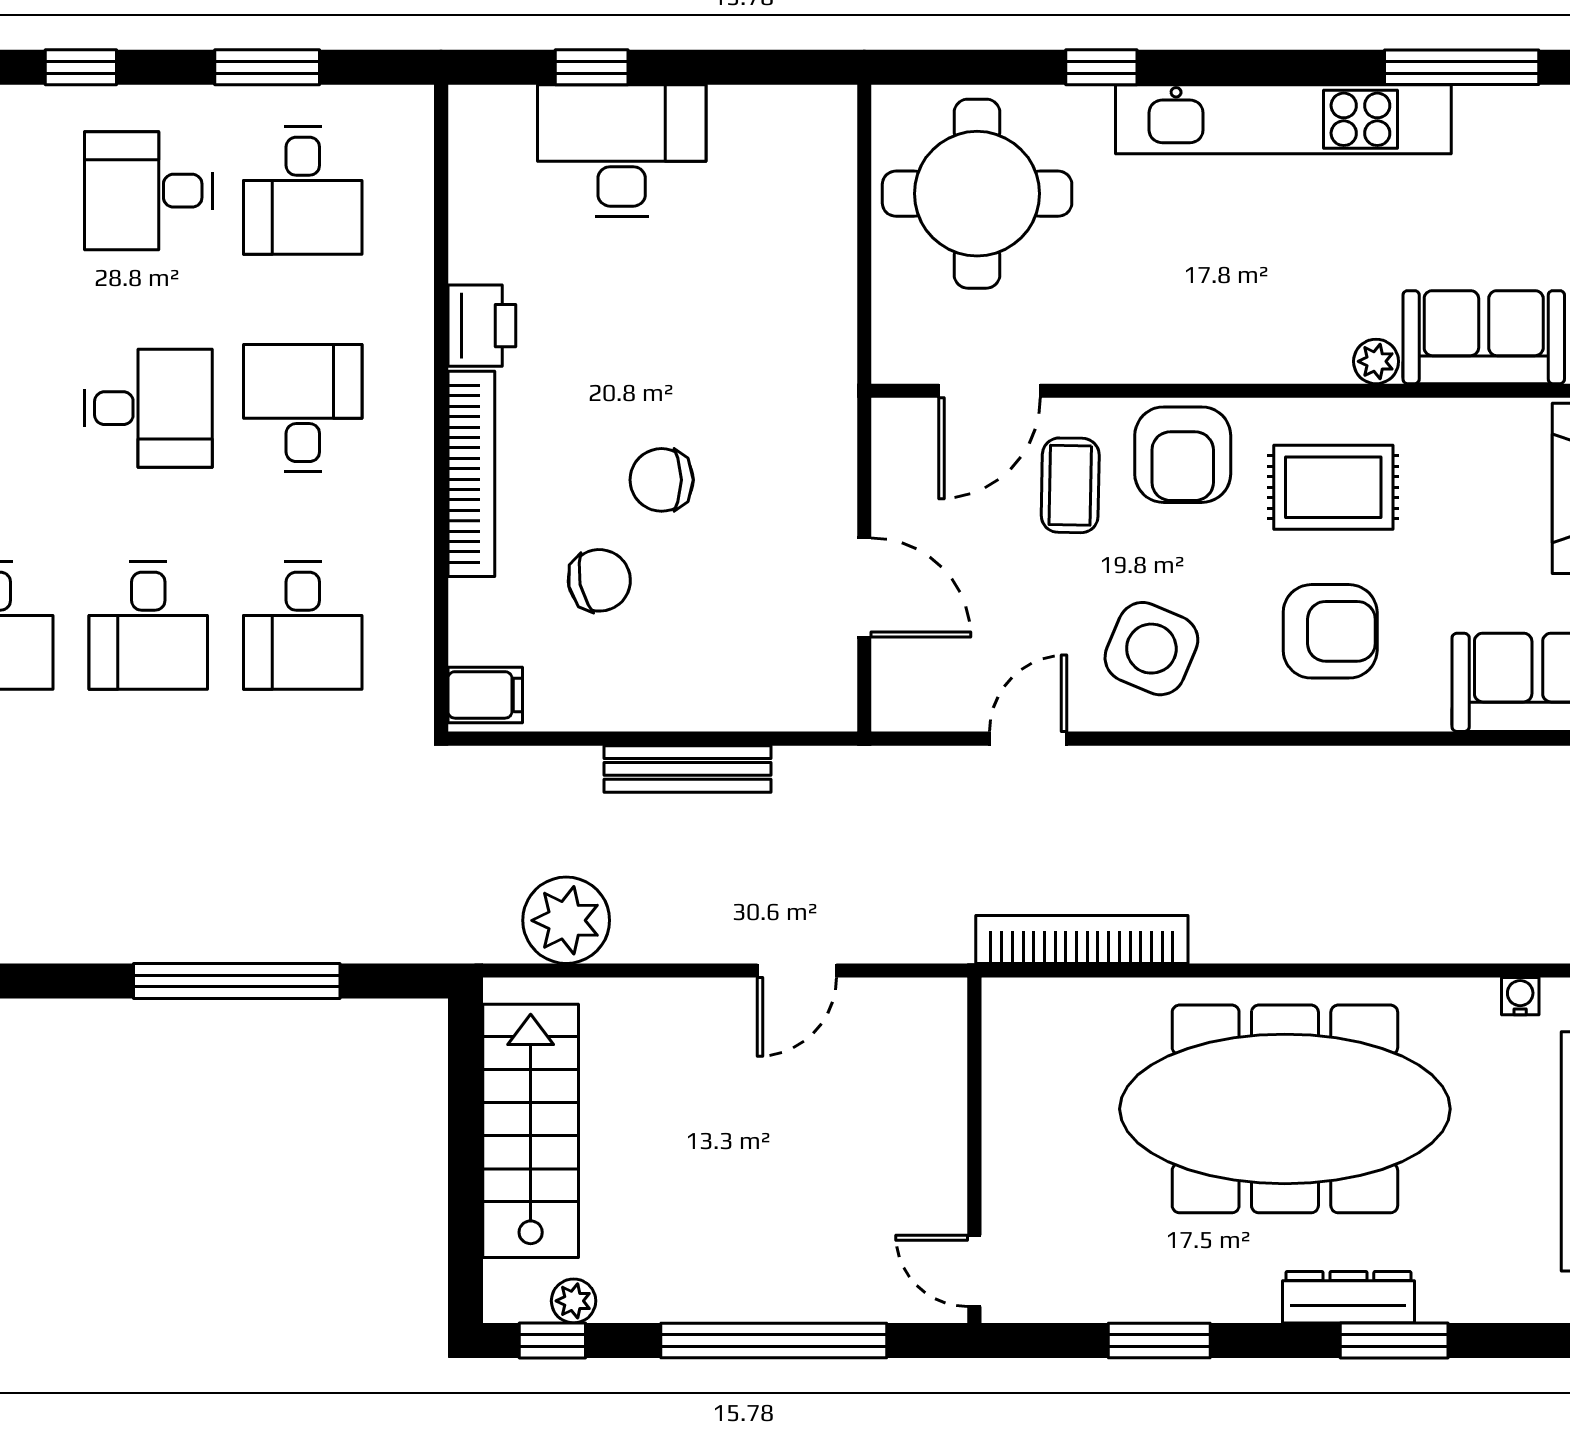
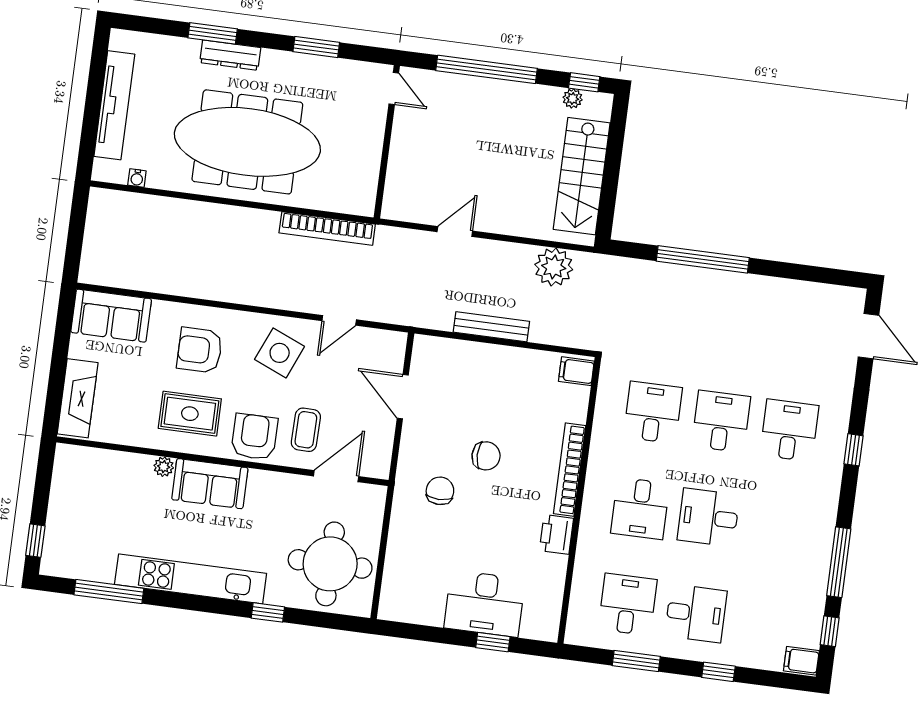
sofa: (1484, 337) -> (210, 484), moved
chair: (599, 580) -> (440, 491), moved, turned 102

